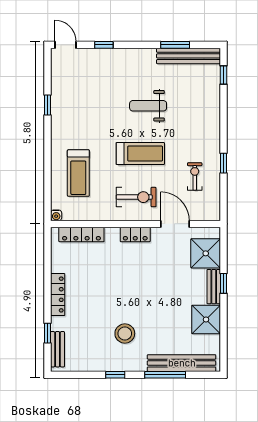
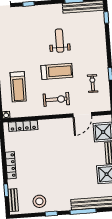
weight bench: (148, 106) -> (60, 41), turned 90
door: (175, 224) -> (82, 115), swing flipped
locker: (135, 235) -> (57, 123), removed
stool: (125, 333) -> (39, 201), moved

